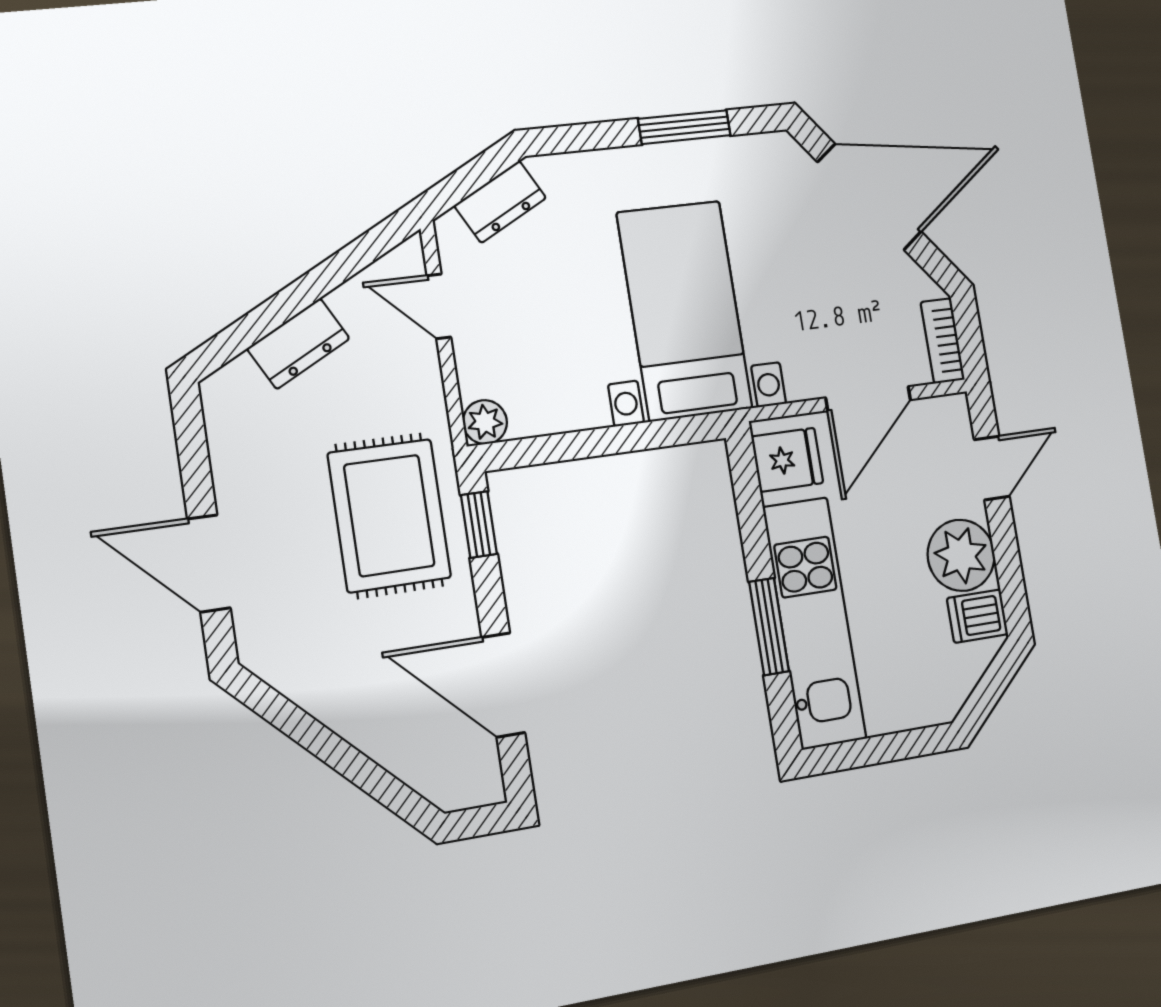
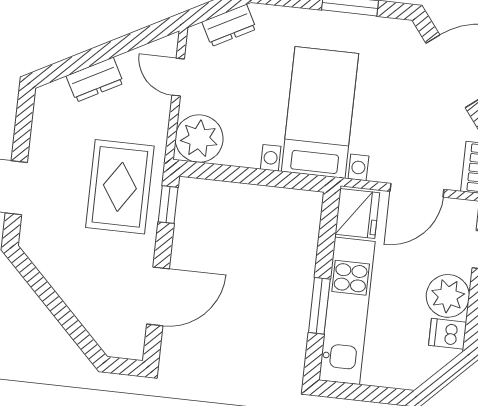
plant: (485, 422) -> (199, 139), width x1.88, depth x1.88
fridge: (787, 460) -> (357, 214), width x1.38
door: (503, 685) -> (158, 296), swing flipped

